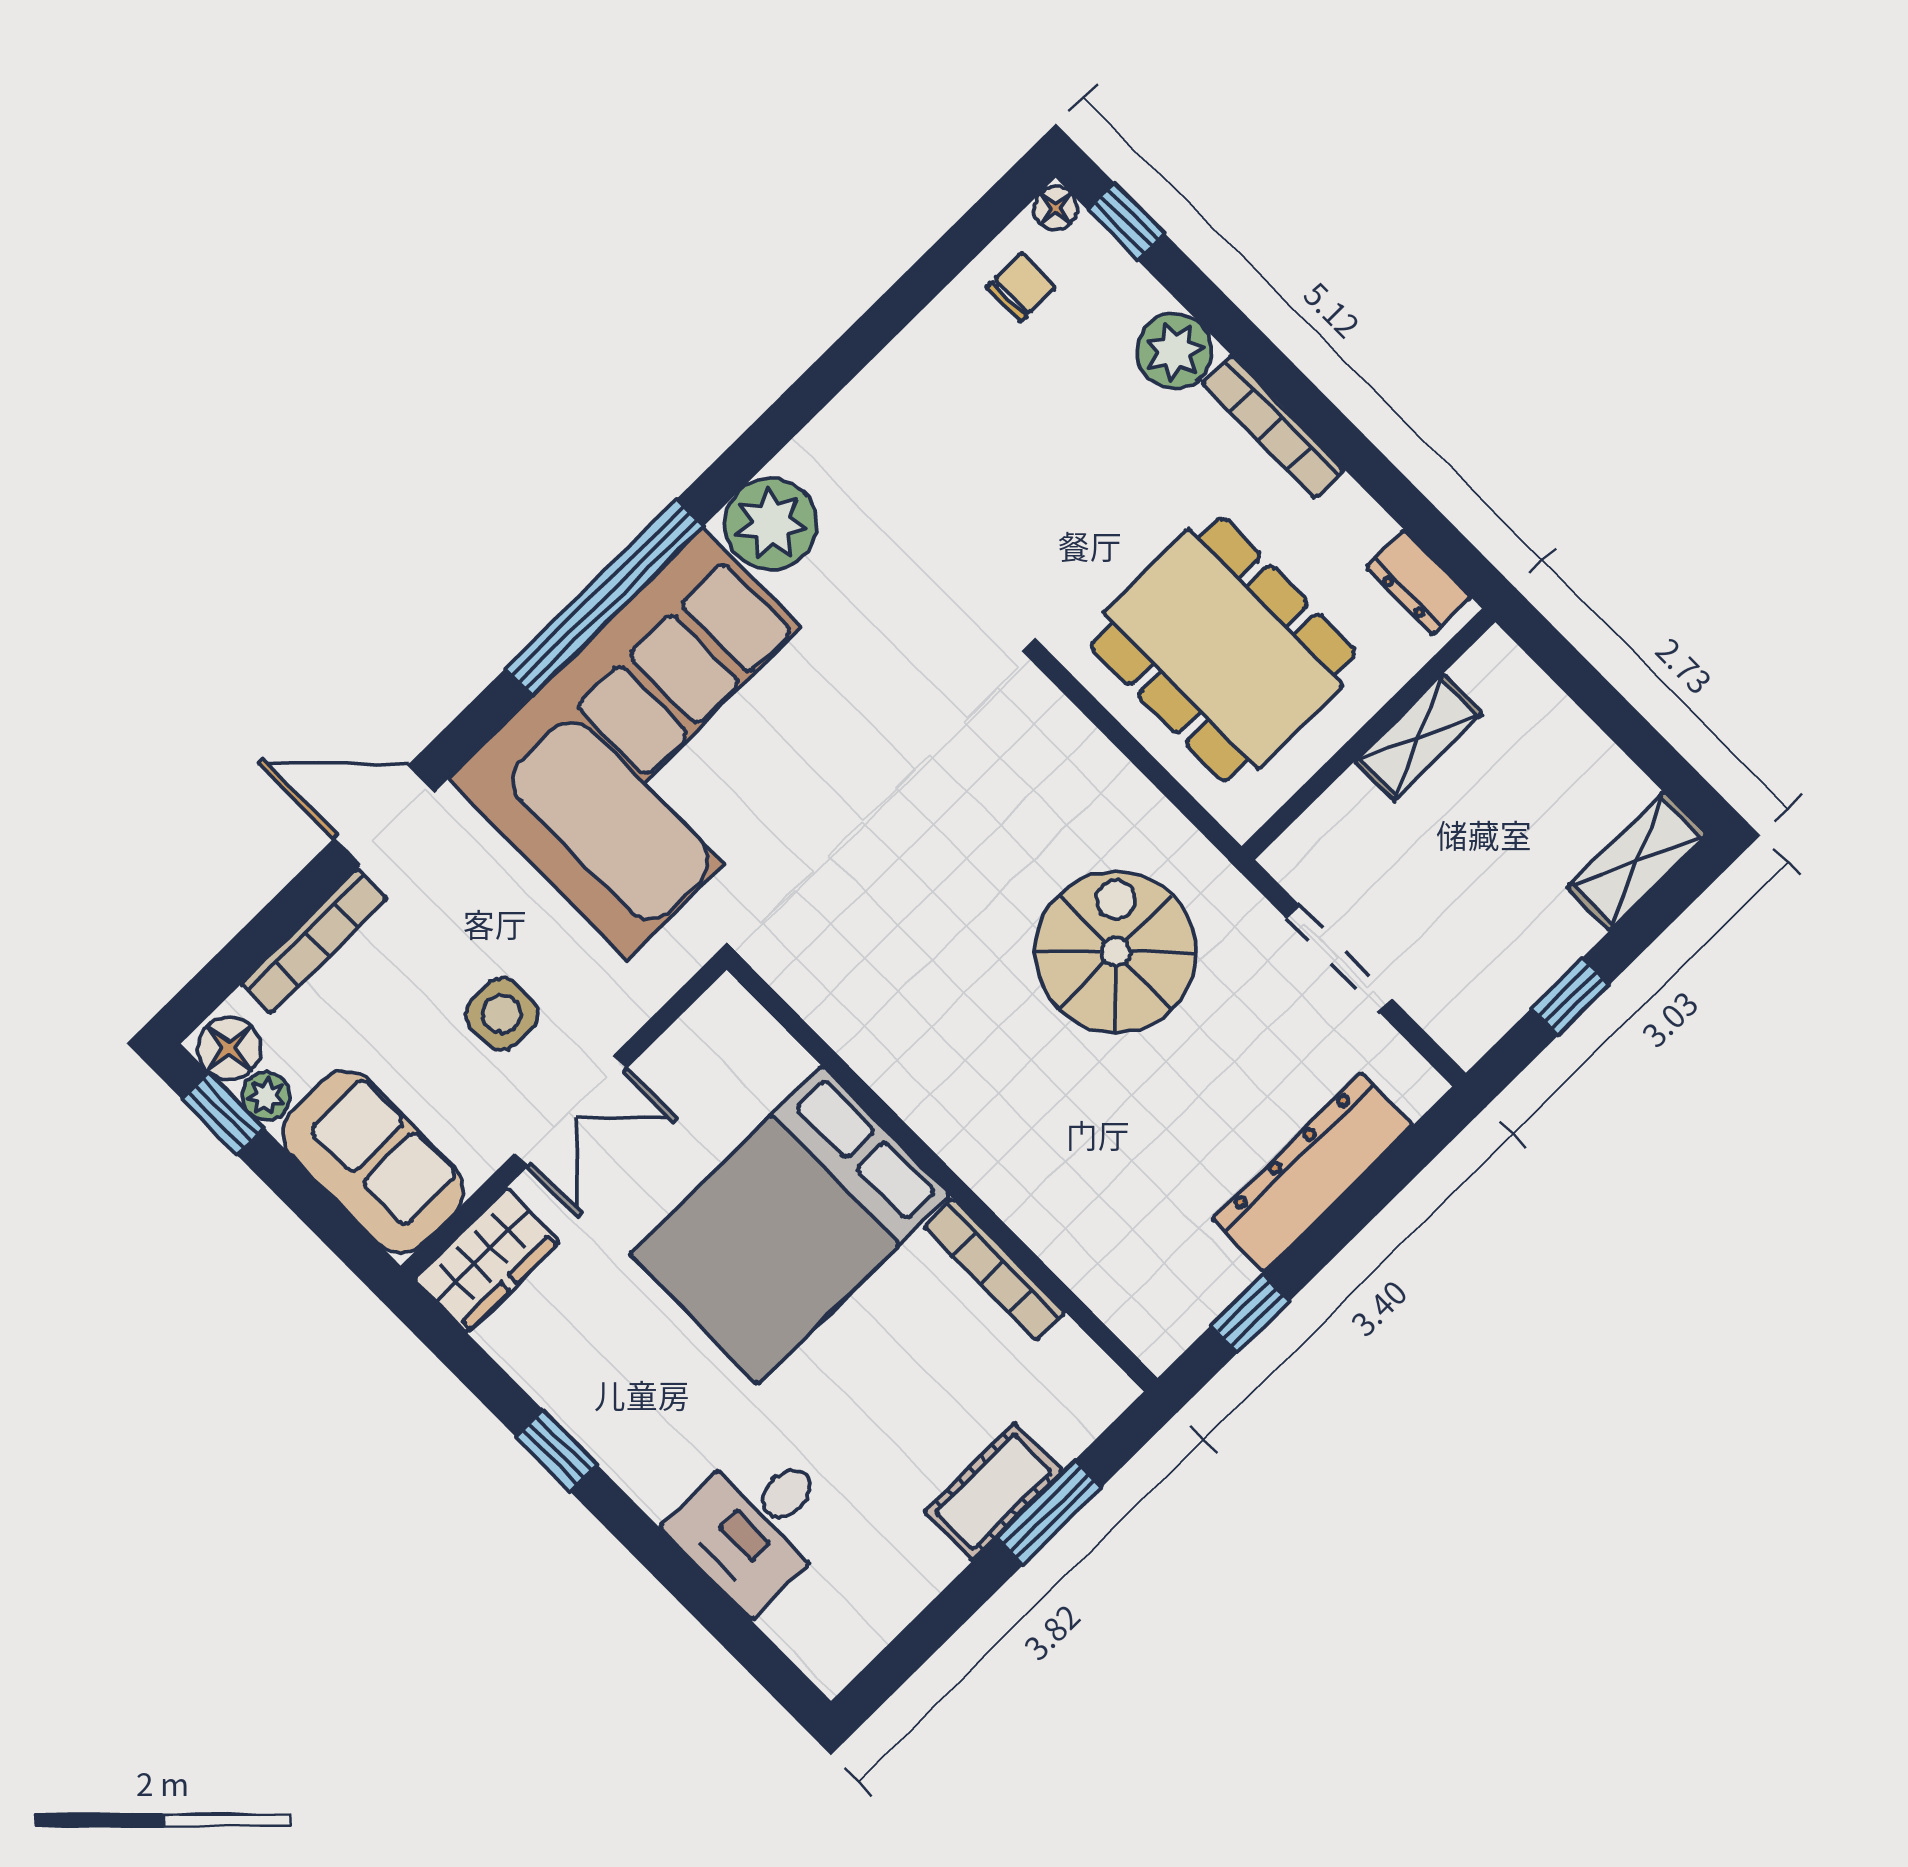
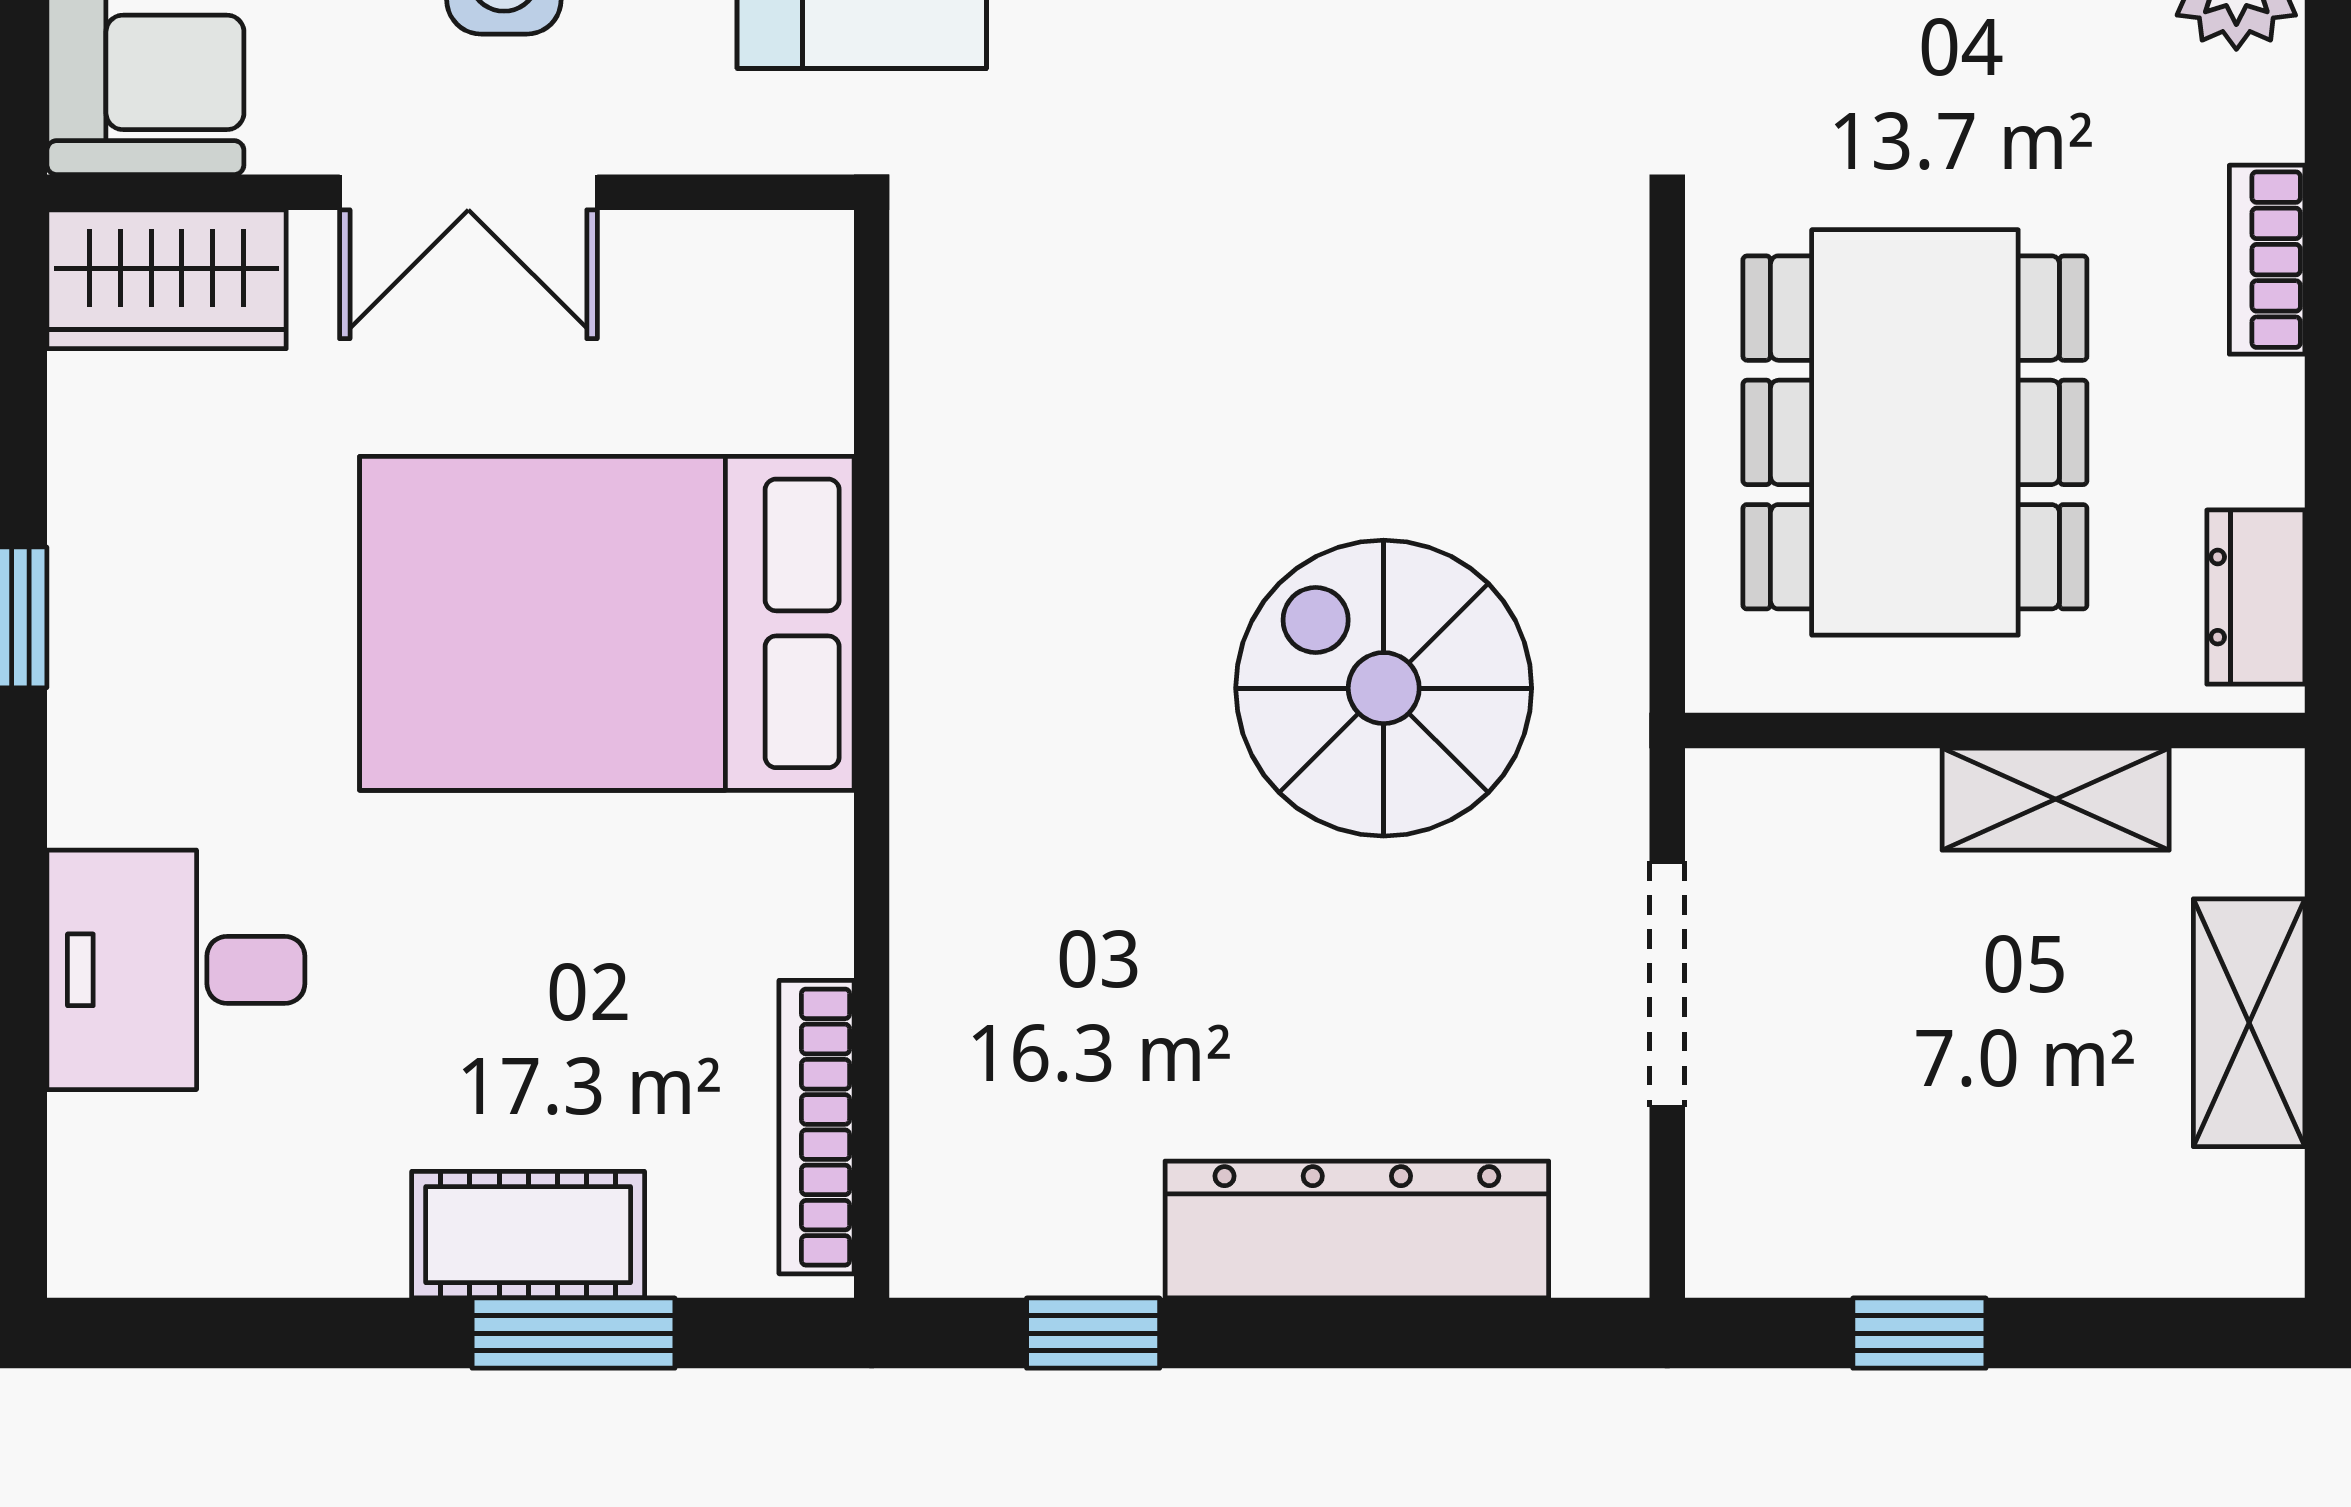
bookcase: (1273, 427) -> (2267, 260), width x0.64
shelving: (1637, 861) -> (2249, 1023), moved, turned 90
spiral stairs: (1115, 952) -> (1384, 688), turned -90
bookcase: (995, 1270) -> (816, 1127), moved

